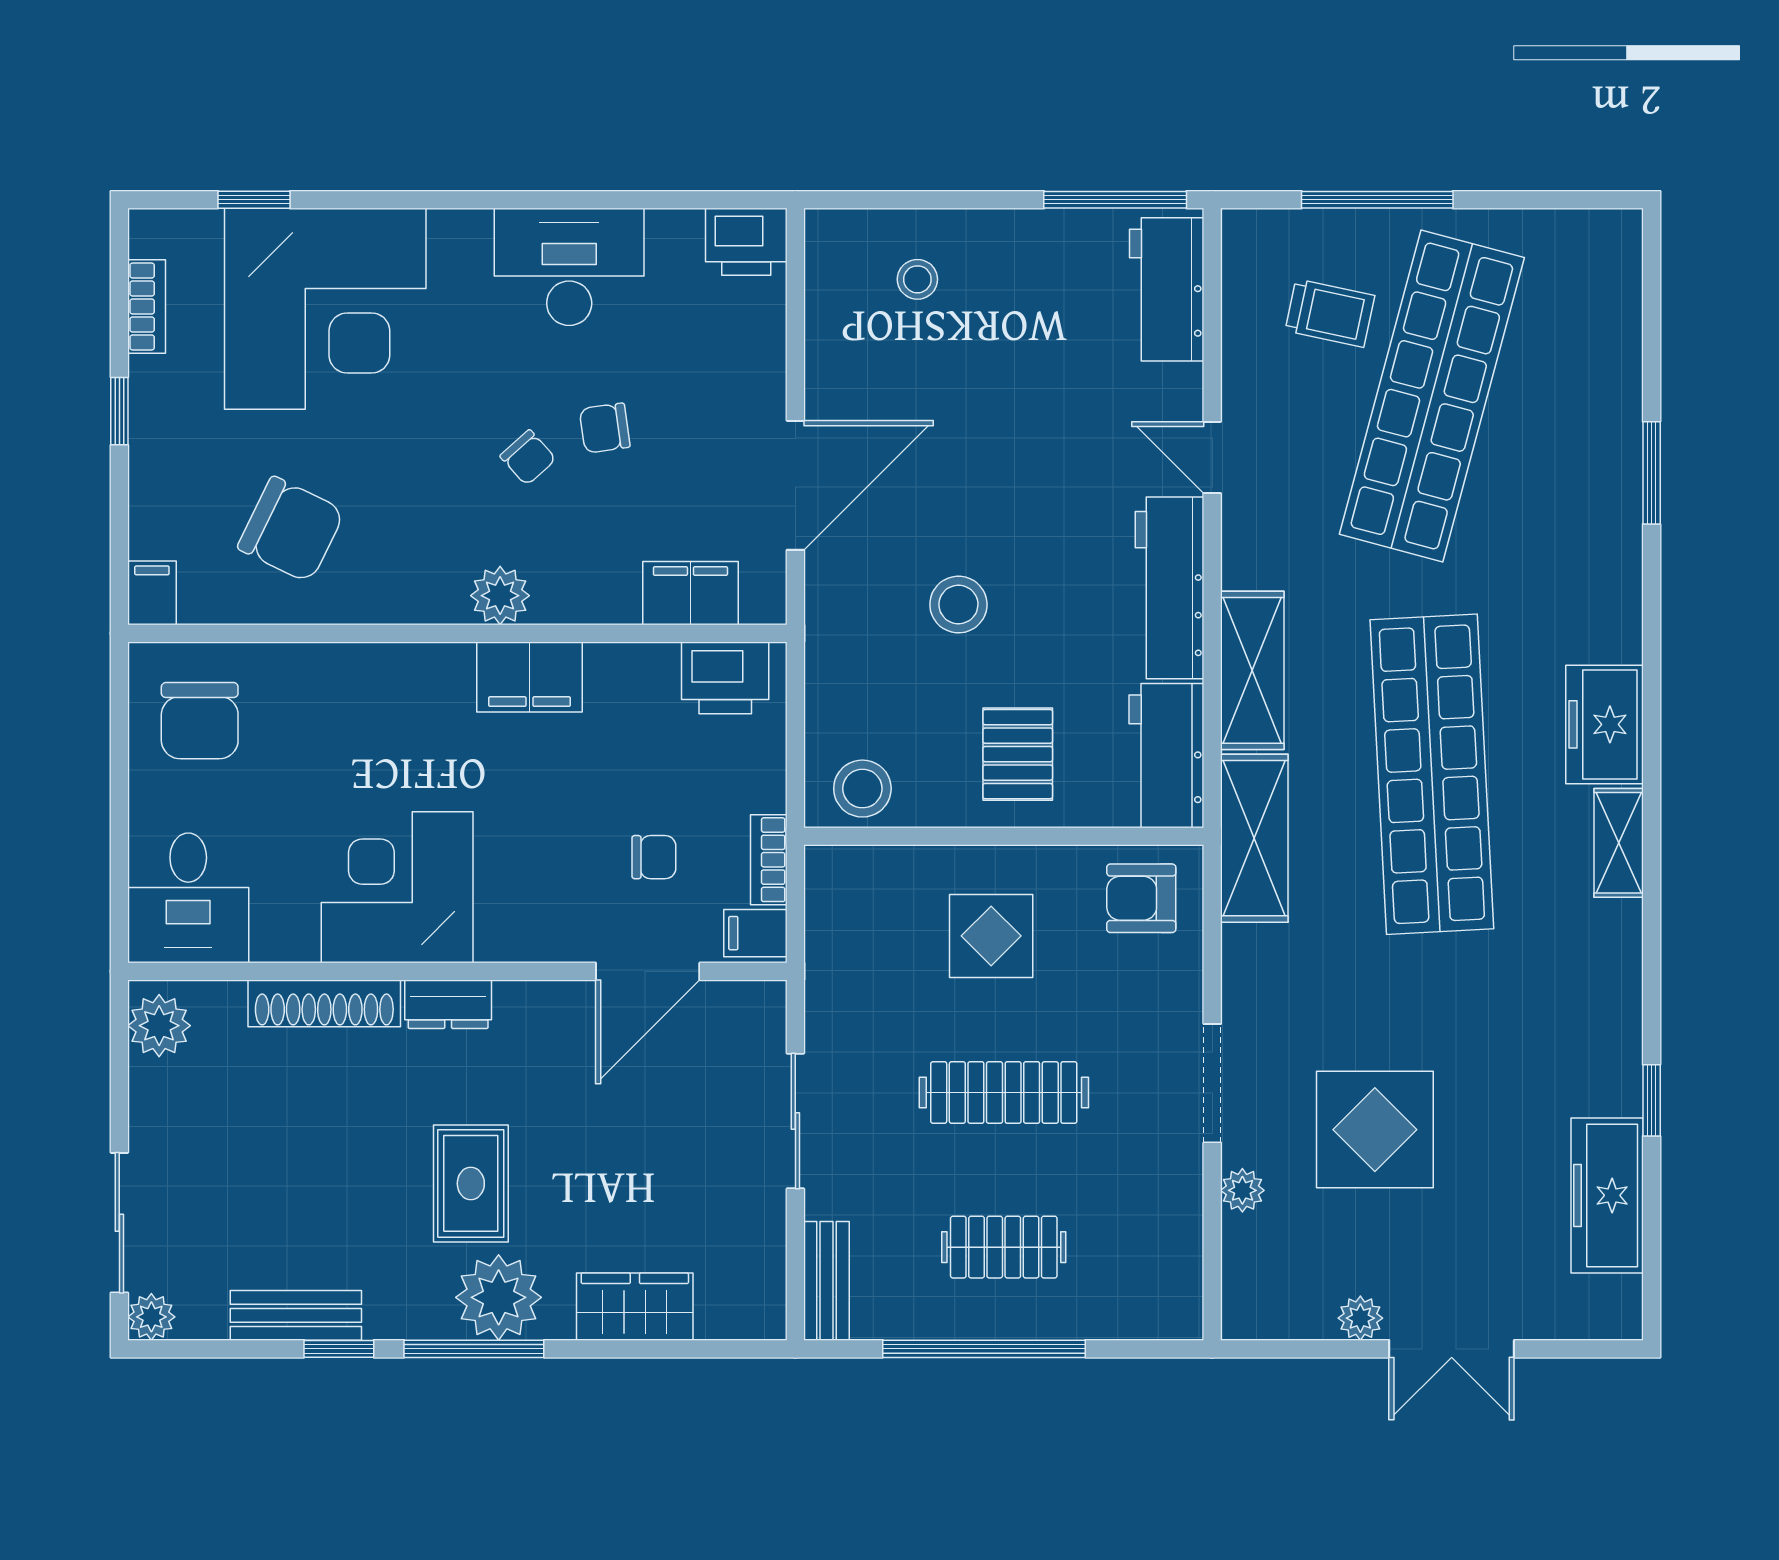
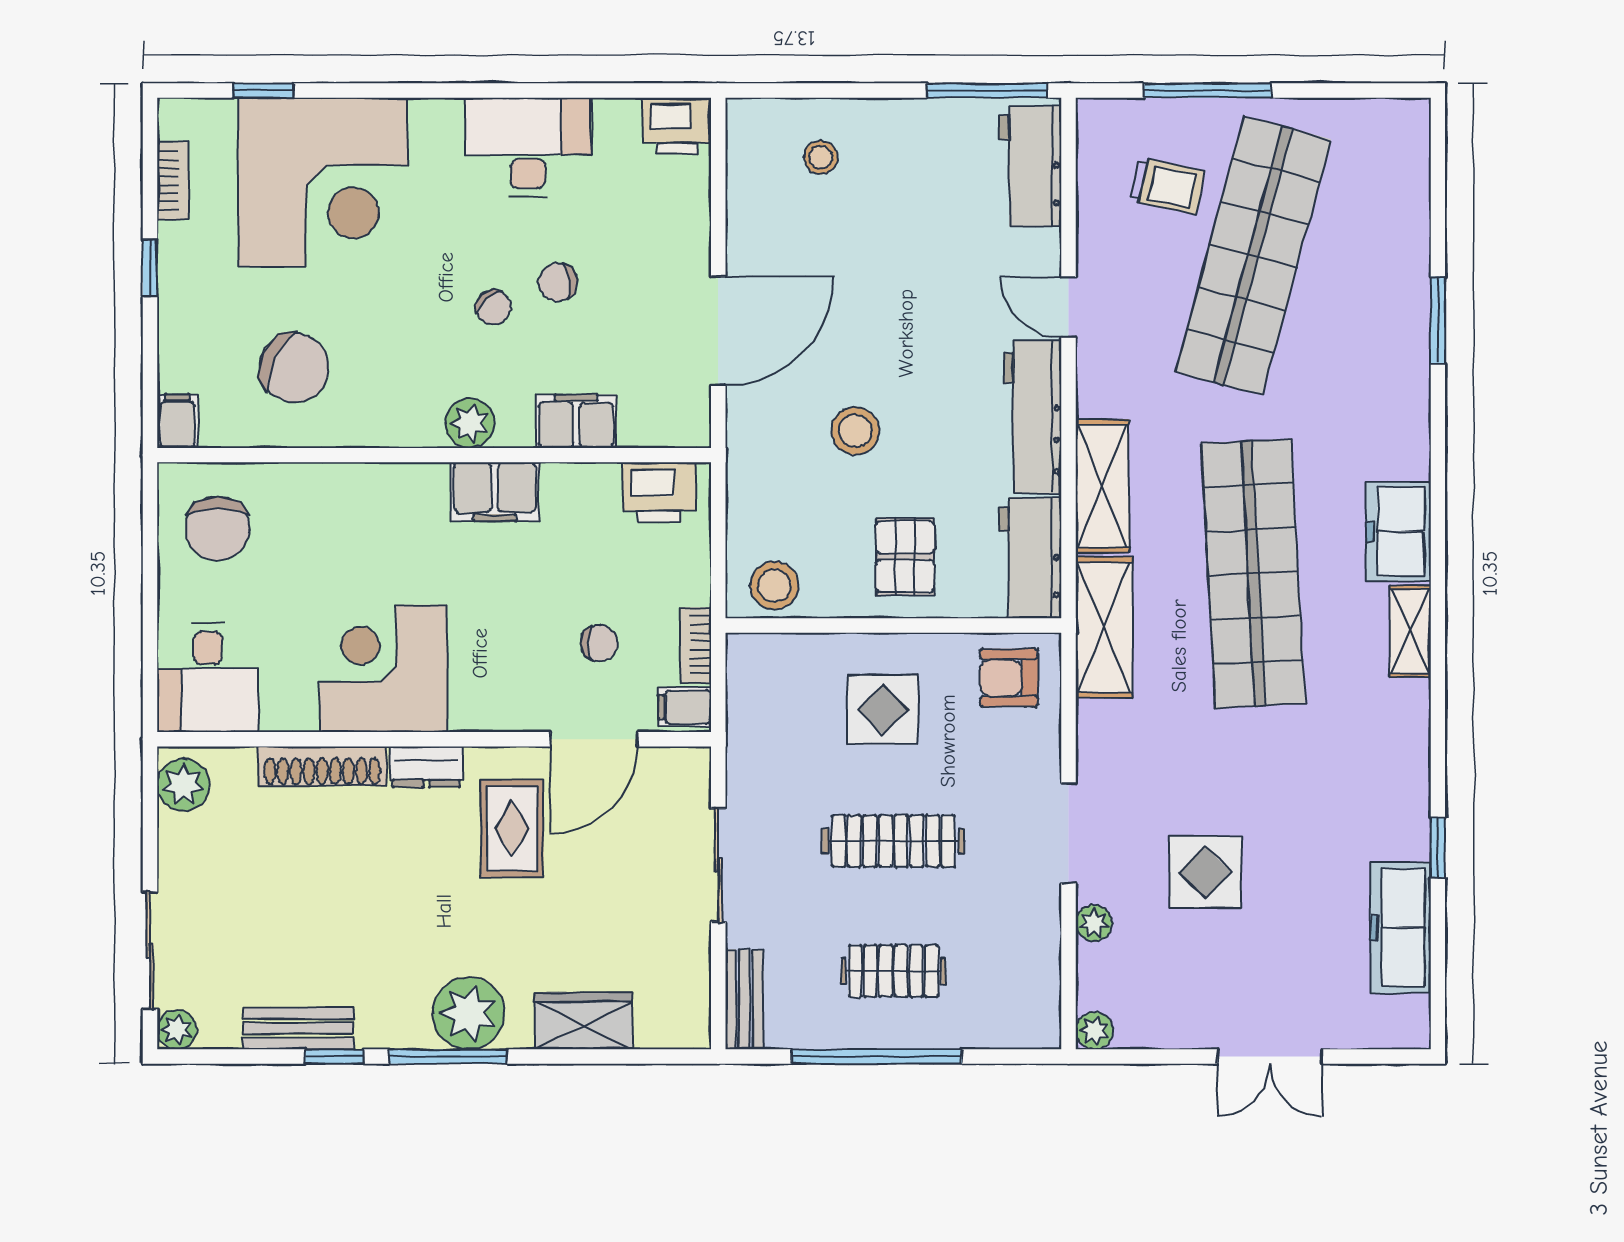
filing cabinet: (690, 593) -> (576, 421), moved
display table: (1375, 1130) -> (1205, 872), width x0.73, depth x0.73
rug: (471, 1183) -> (512, 829), moved
plant: (1360, 1318) -> (1094, 1031), moved

